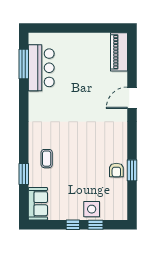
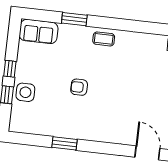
coffee table: (47, 159) -> (104, 39), moved
armchair: (116, 170) -> (79, 87), moved

